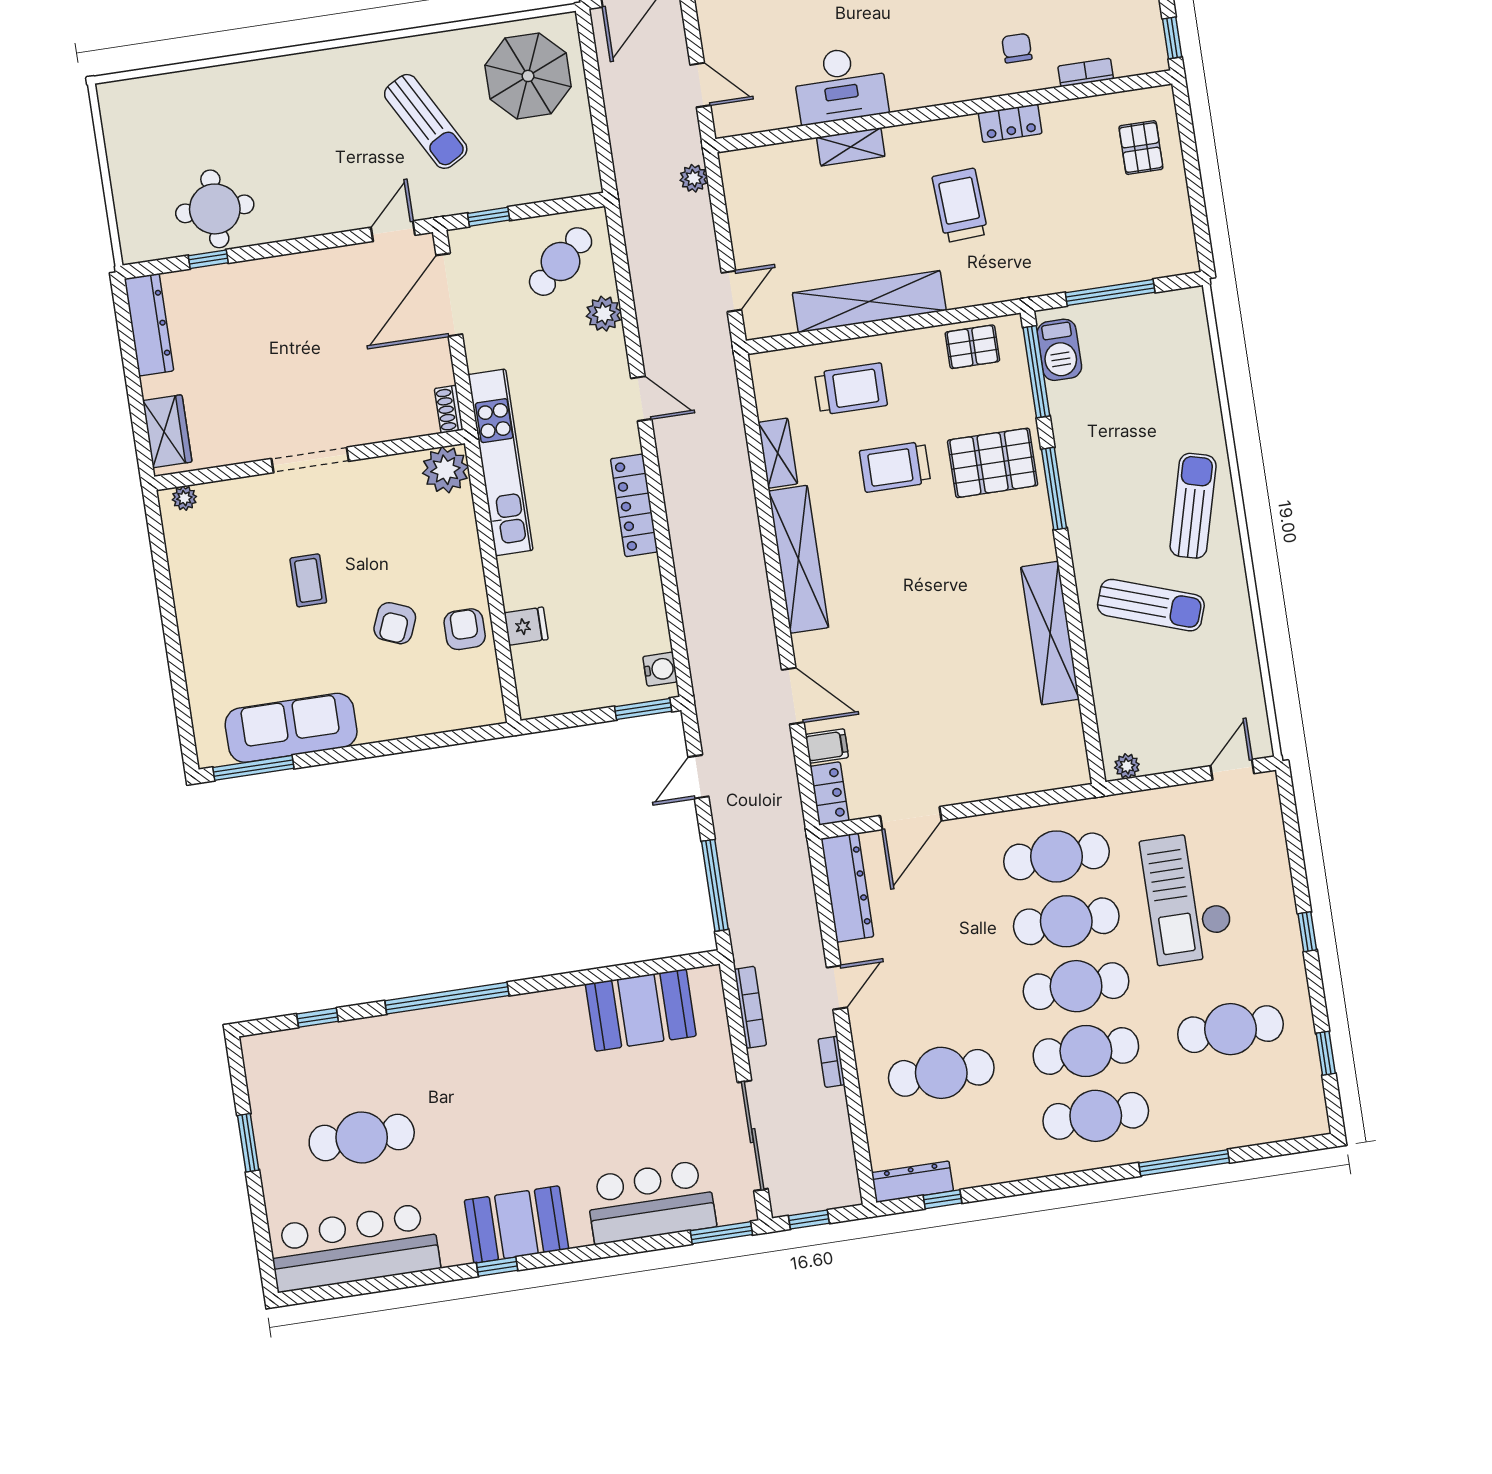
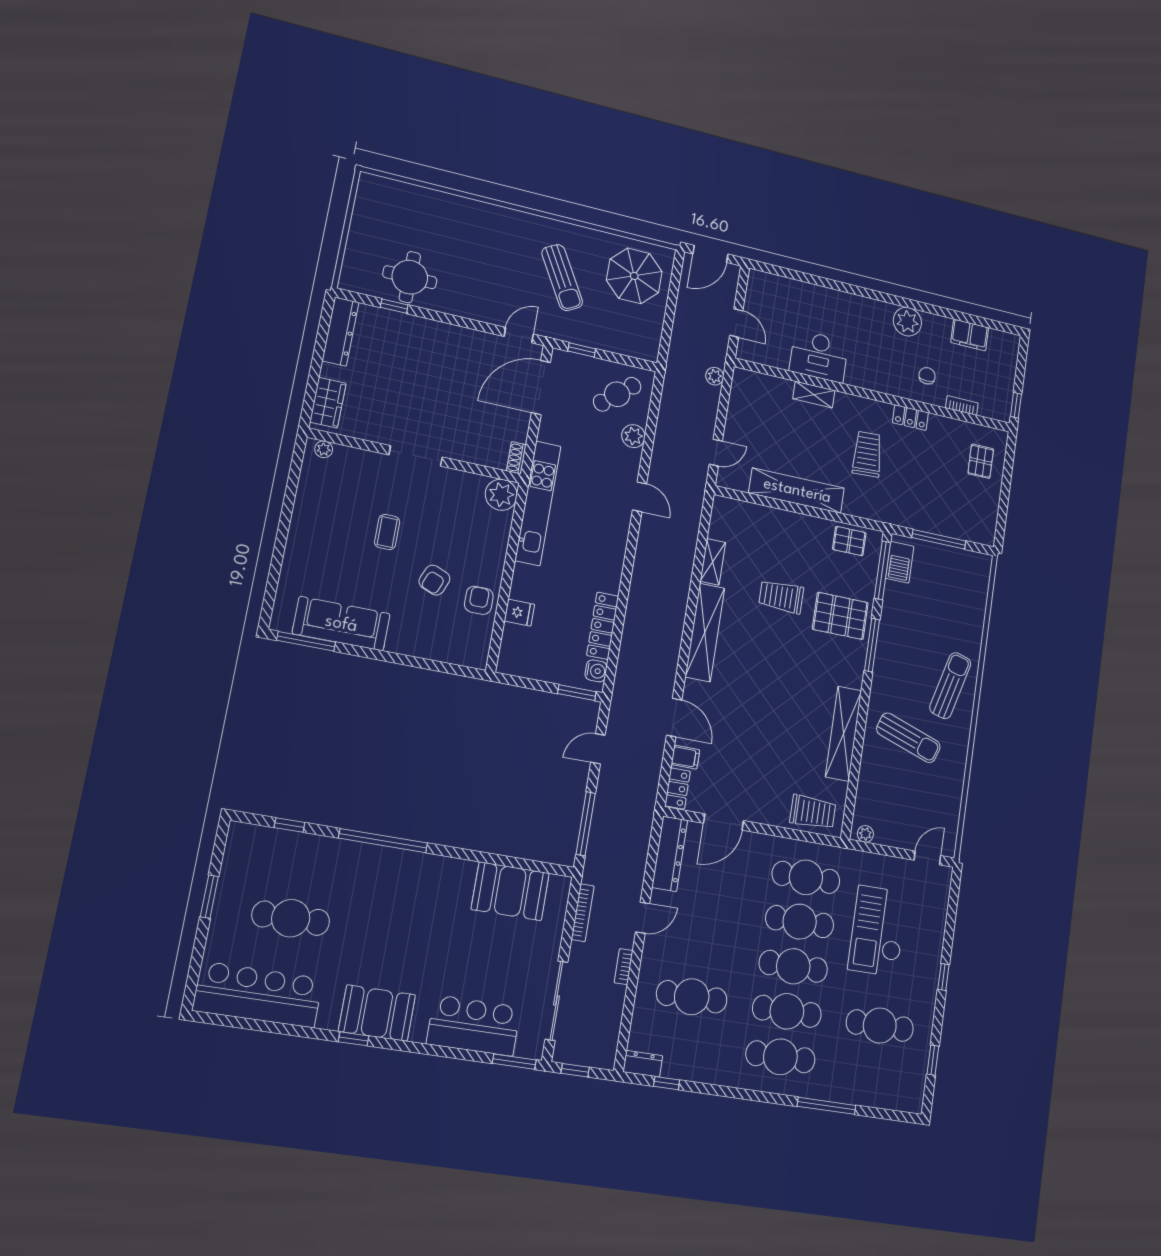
trolley: (851, 389) -> (813, 812), moved
locker: (634, 505) -> (603, 626), moved
dresser: (912, 1182) -> (643, 1064), width x0.70

